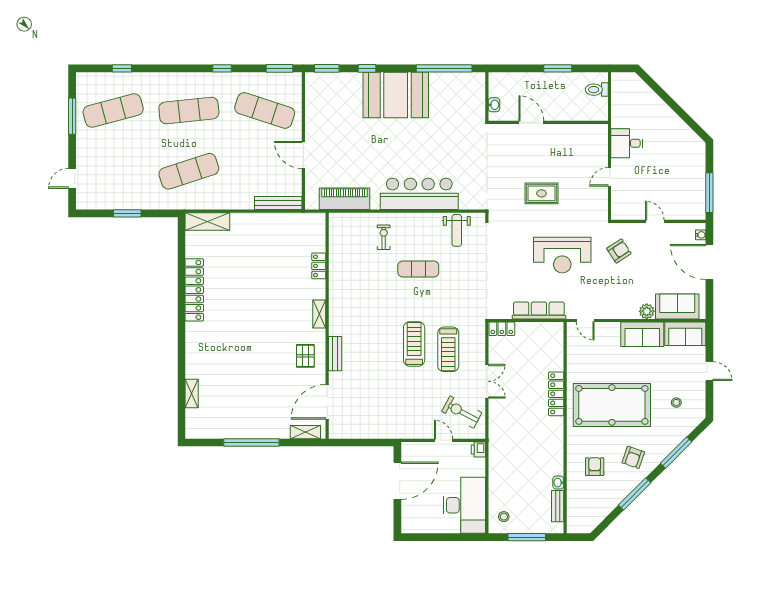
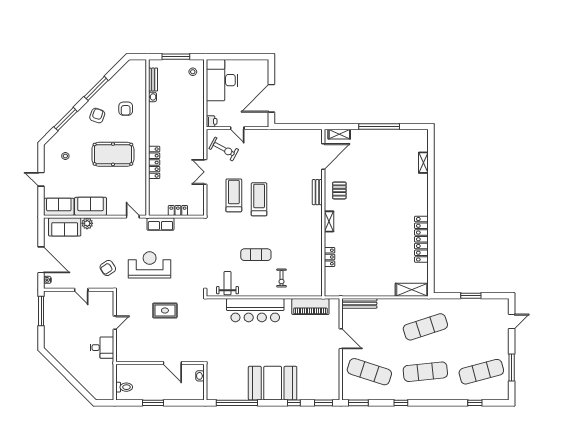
row of seats: (539, 310) -> (160, 224), width x0.68
locker: (502, 329) -> (178, 210), moved
treadmill: (414, 344) -> (259, 199), turned 180
pool table: (612, 405) -> (113, 154), width x0.73, depth x0.76

